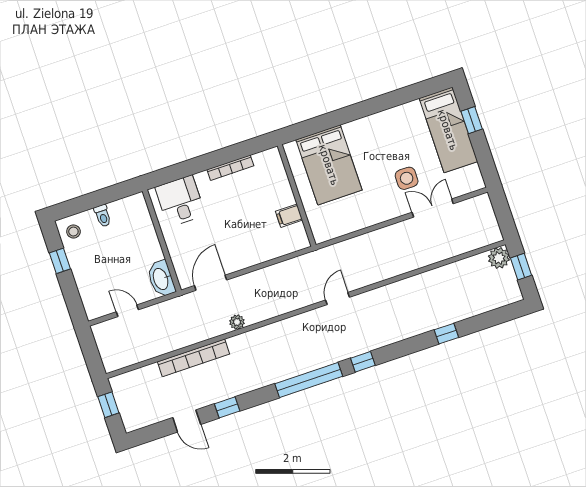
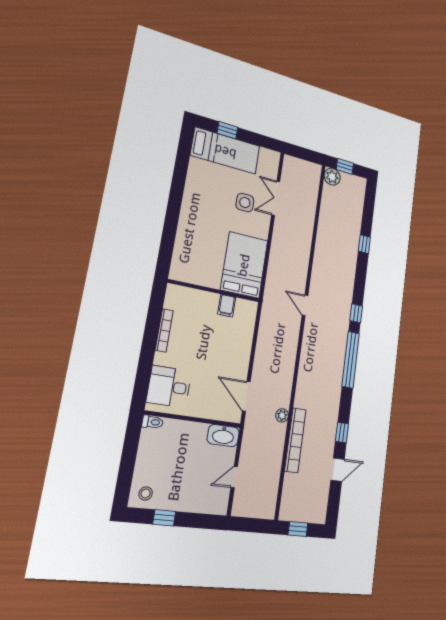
bed: (329, 165) -> (244, 265), moved, turned -90
toilet: (103, 216) -> (153, 422), moved
plant: (237, 322) -> (282, 415), moved

